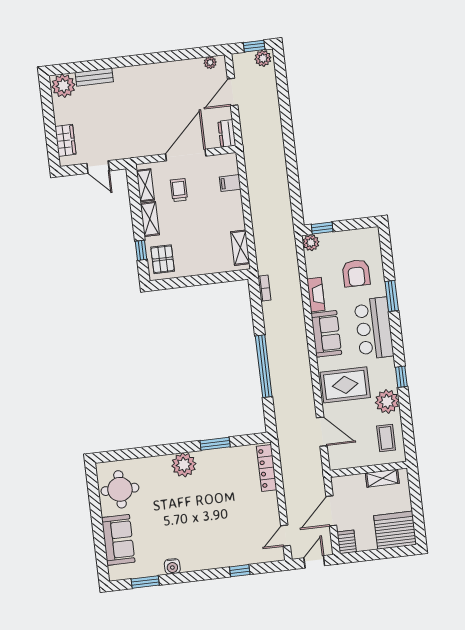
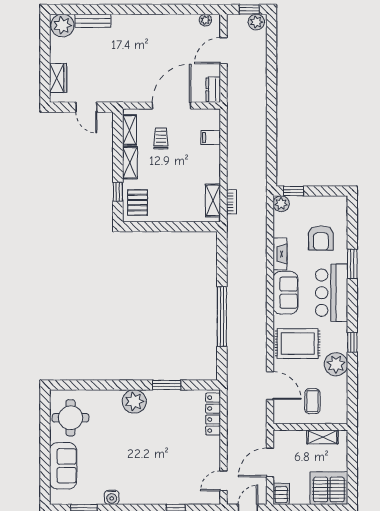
bookcase: (264, 288) -> (231, 202), moved
coffee table: (386, 438) -> (312, 401), moved

